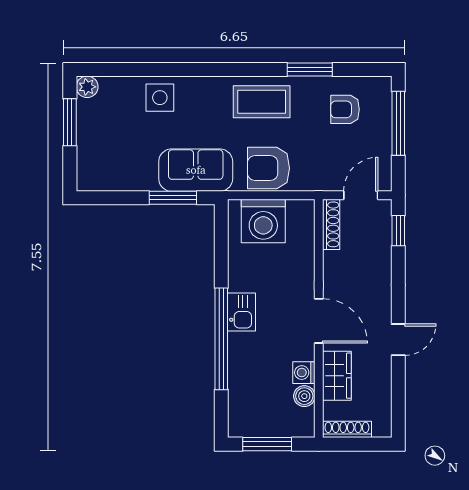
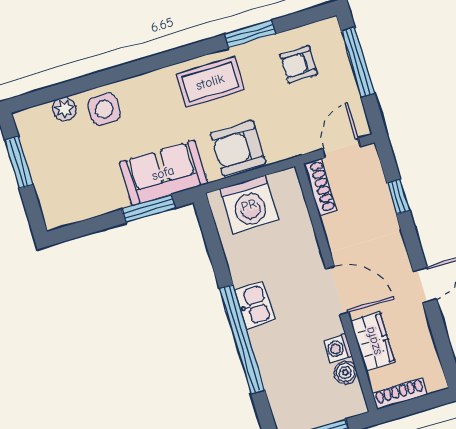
plant: (87, 87) -> (64, 109), moved
window: (398, 231) -> (398, 197), moved

